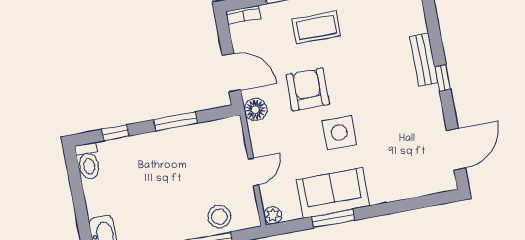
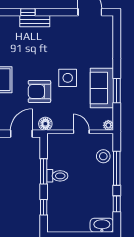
window: (443, 78) -> (28, 12), moved
toilet: (88, 161) -> (57, 176), moved

